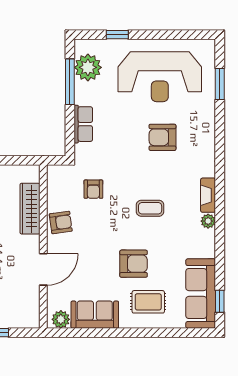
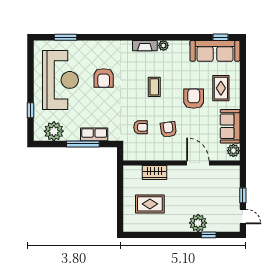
window: (70, 82) -> (83, 144), moved
wardrobe: (30, 209) -> (154, 172), width x0.67
armchair: (61, 222) -> (168, 129), moved

